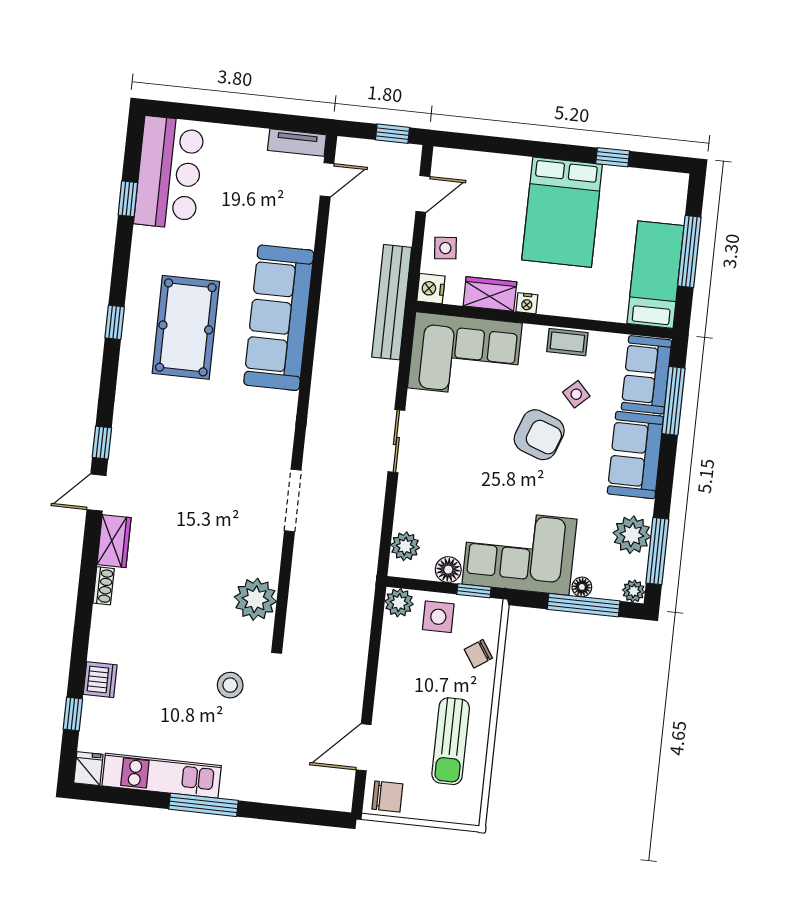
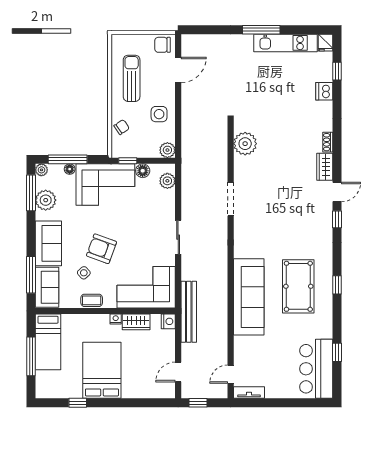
side table: (445, 248) -> (163, 344), removed
side table: (438, 617) -> (159, 114), moved
stool: (230, 685) -> (254, 96), removed

